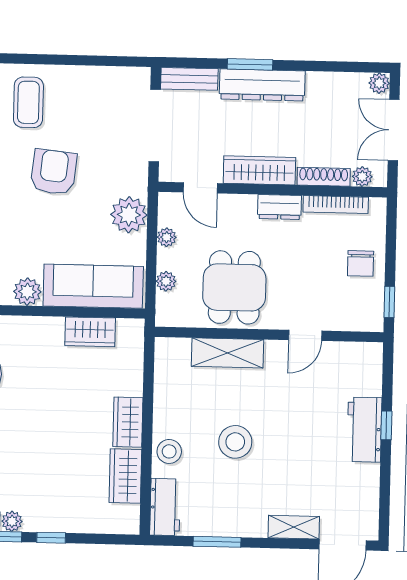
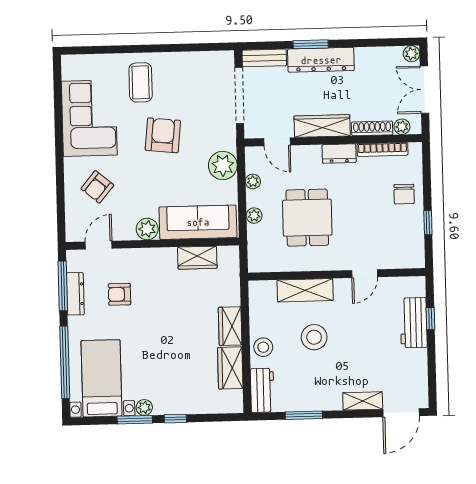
wall: (269, 334) -> (337, 274), moved
door: (305, 335) -> (365, 274), moved
shelving: (228, 353) -> (305, 290), moved

